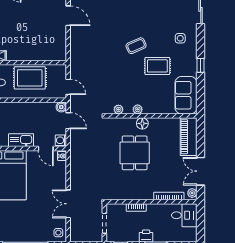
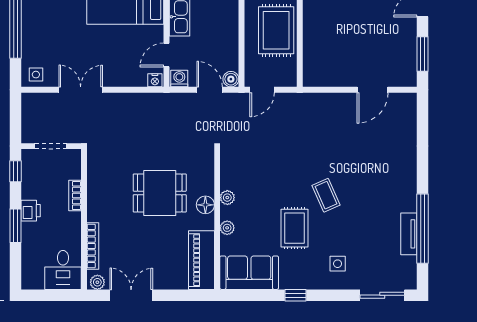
plant: (118, 109) -> (227, 228), moved
door: (68, 121) -> (210, 90), swing flipped
piano: (189, 137) -> (202, 260), moved, turned -90

